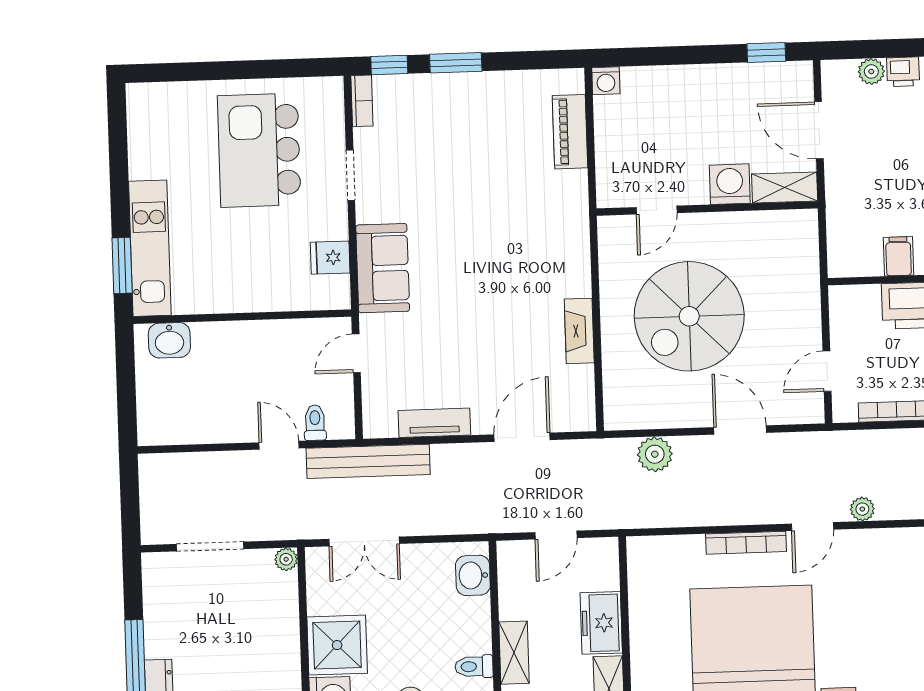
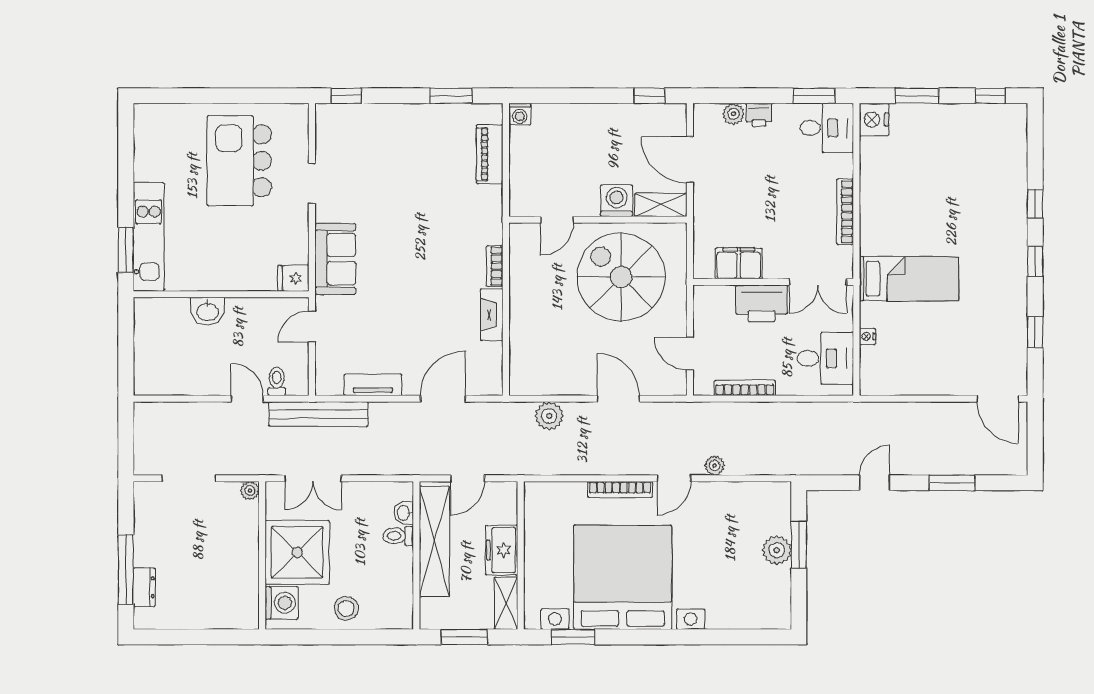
window: (456, 63) -> (451, 96), moved
bookcase: (362, 101) -> (495, 266), moved, turned 180
filing cabinet: (898, 256) -> (739, 263), width x2.00
fridge: (330, 258) -> (293, 278), moved
spiral stairs: (689, 316) -> (621, 277), moved, turned 90
washbasin: (169, 340) -> (208, 311), moved
door: (827, 371) -> (690, 354), hinge flipped
washbasin: (473, 575) -> (404, 513), width x0.72, depth x0.69
shower: (337, 645) -> (297, 552), width x1.37, depth x1.37
shelving: (514, 653) -> (434, 541), width x2.20, depth x1.33
toilet: (474, 667) -> (398, 536), moved

